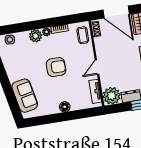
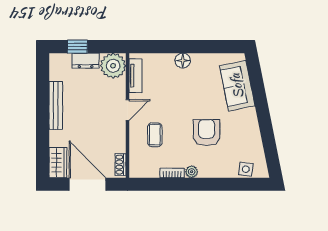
coffee table: (83, 35) -> (155, 135), moved
plant: (36, 36) -> (208, 169), removed
armchair: (56, 67) -> (207, 133), moved, turned 90

